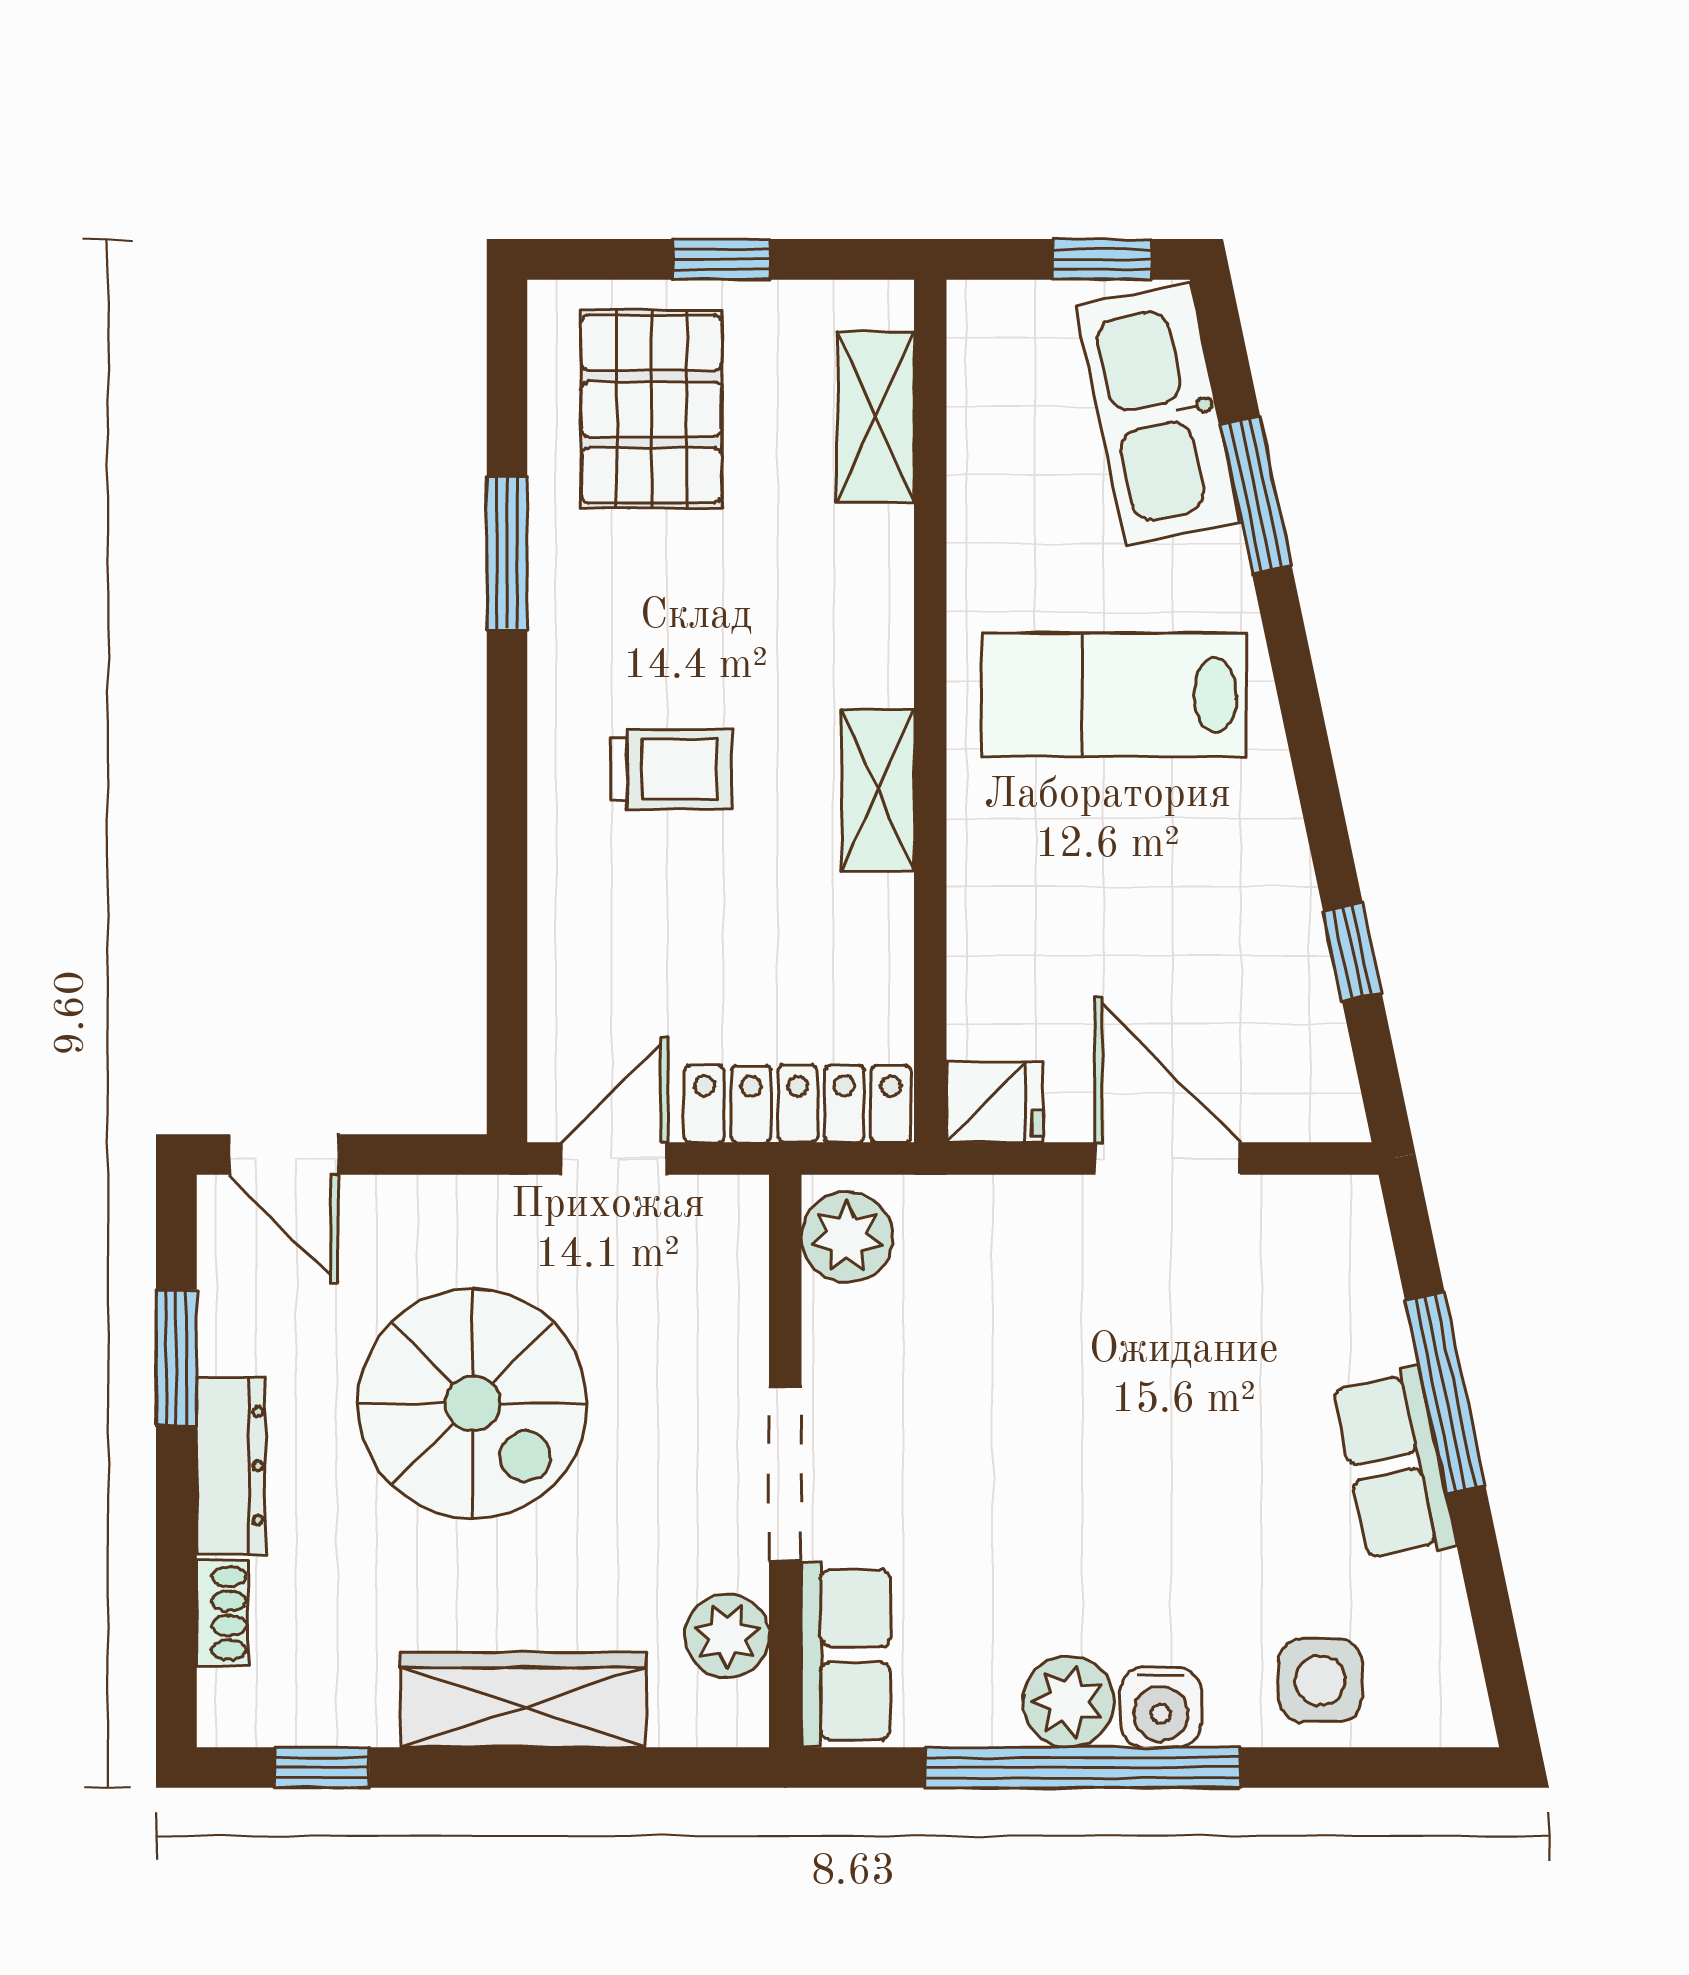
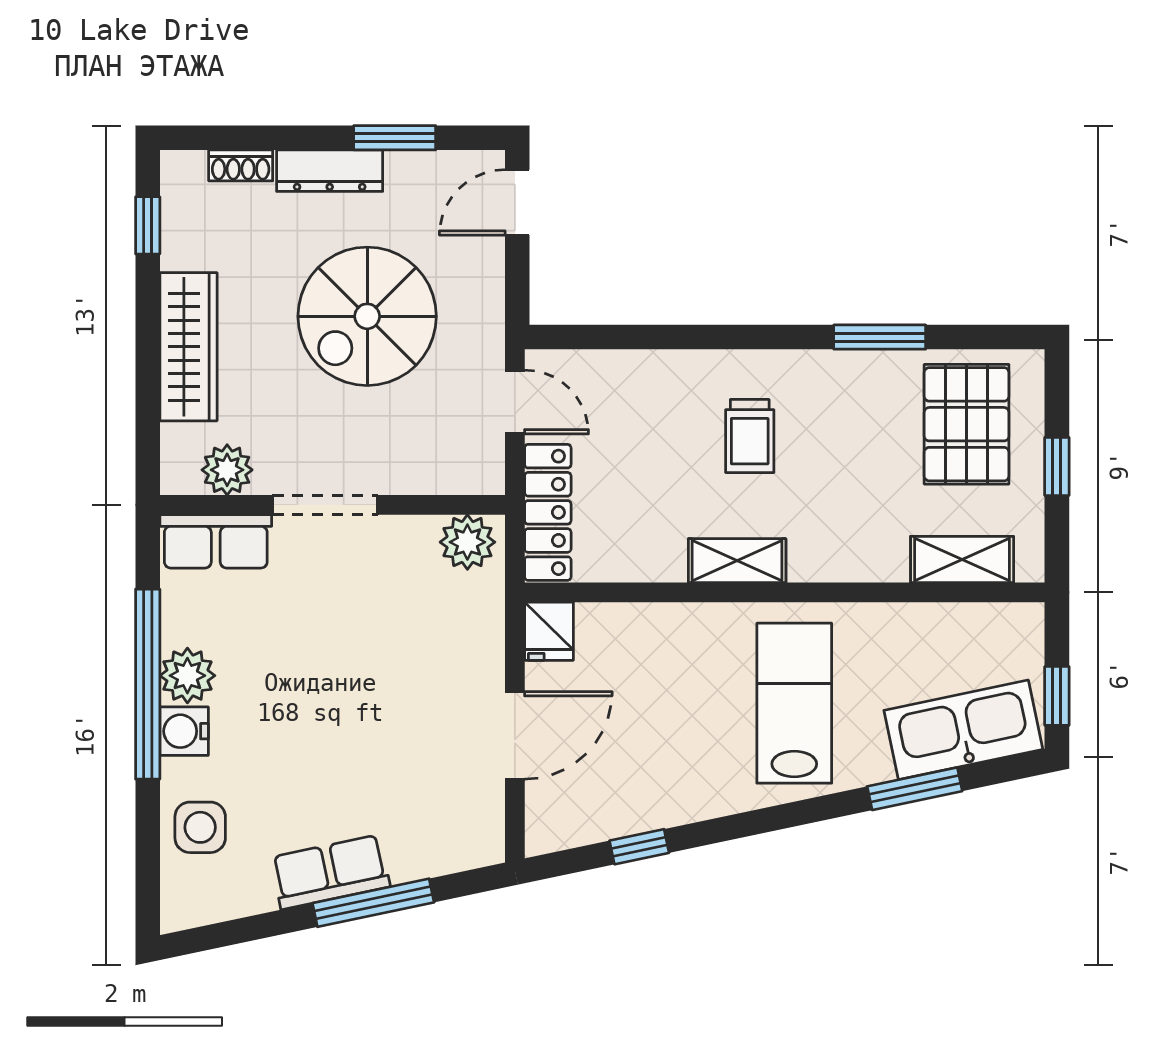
pallet: (652, 409) -> (967, 424), turned 90

